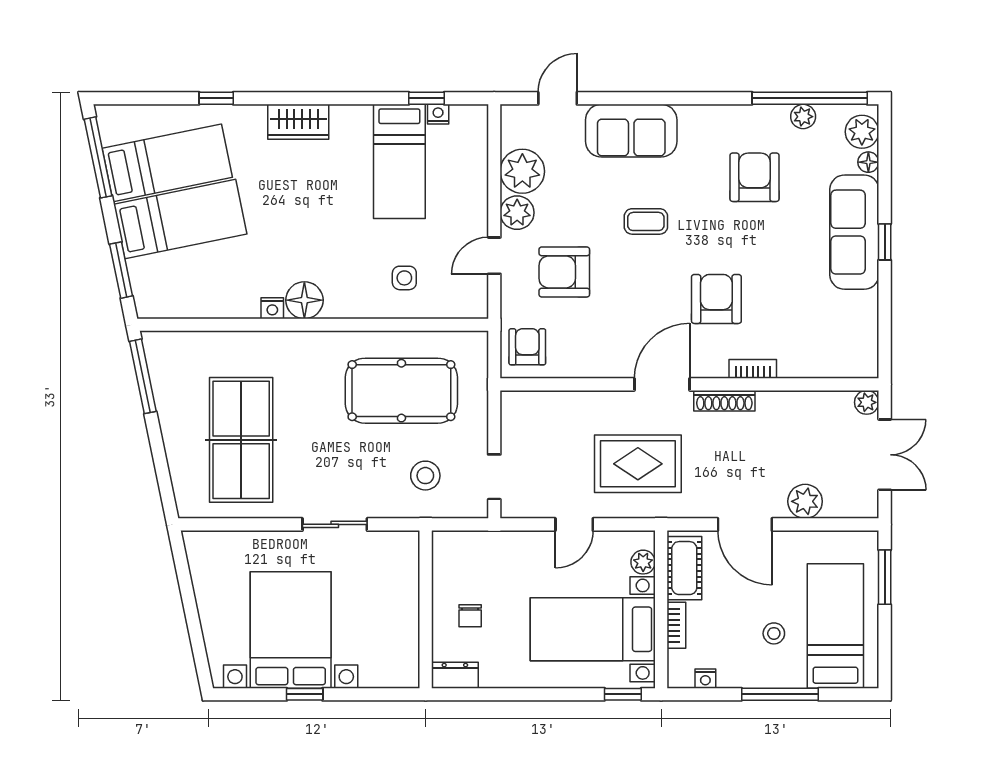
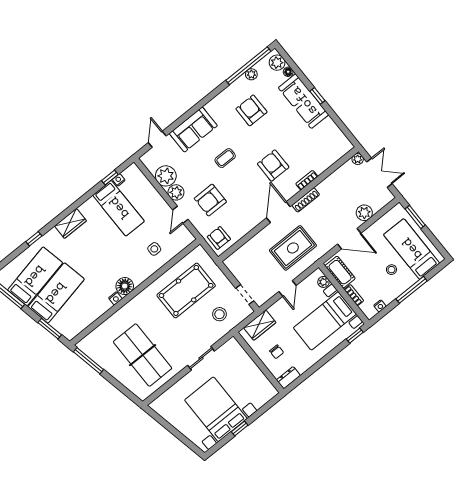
wardrobe: (478, 548) -> (260, 325), added

